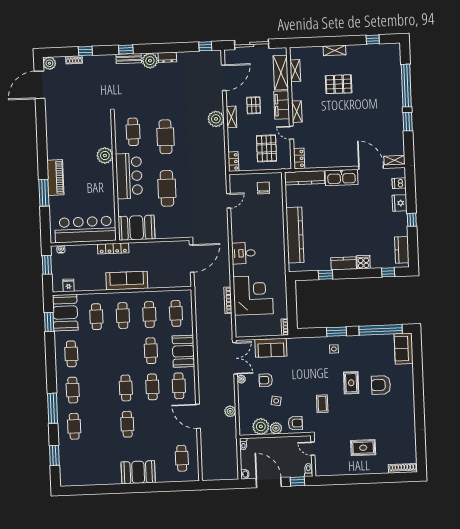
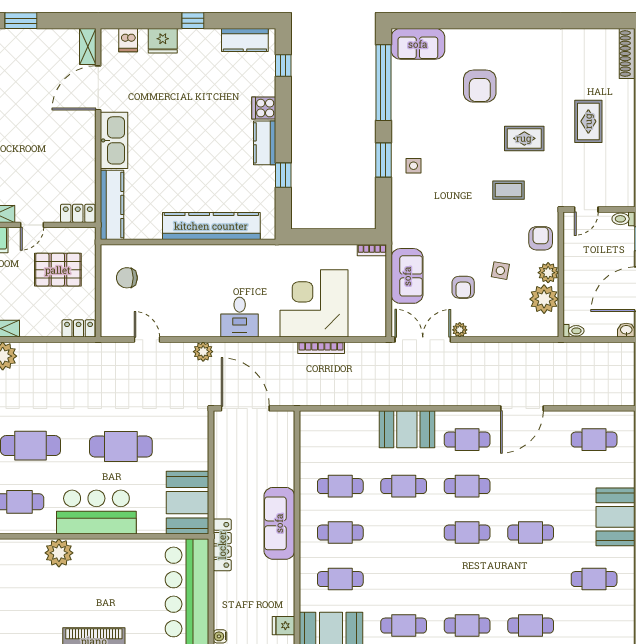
cafe table: (176, 313) -> (594, 579), moved
rug: (351, 383) -> (524, 138), moved
plant: (230, 411) -> (203, 352), moved

